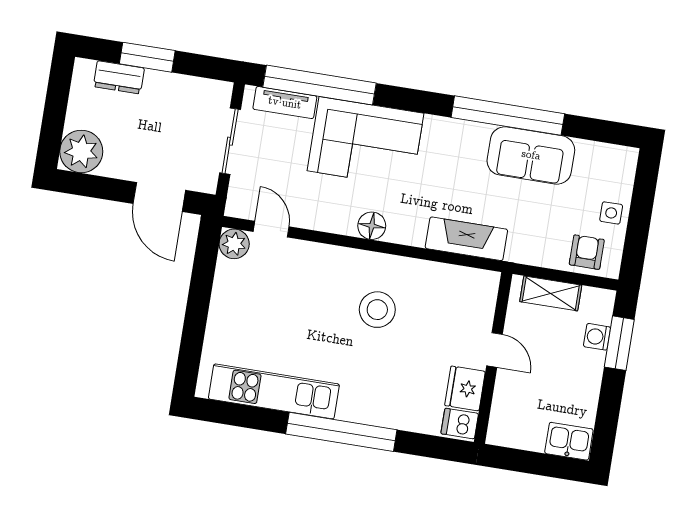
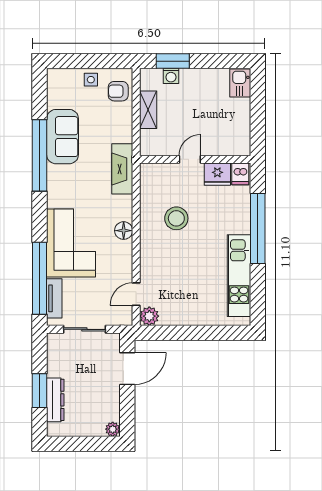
dresser: (119, 77) -> (55, 400), width x1.44
plant: (81, 151) -> (113, 429), width x0.53, depth x0.53
door: (494, 350) -> (190, 159), moved
wall: (493, 358) -> (195, 159), moved
fridge: (465, 388) -> (217, 174), moved
dishwasher: (460, 424) -> (240, 174), moved

